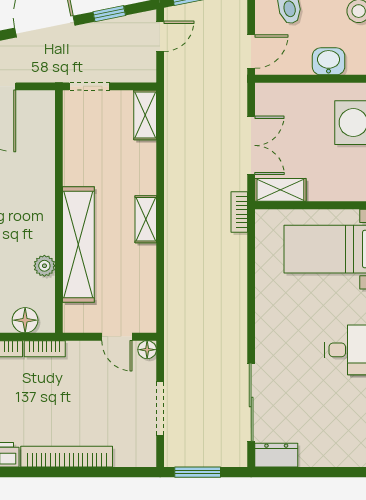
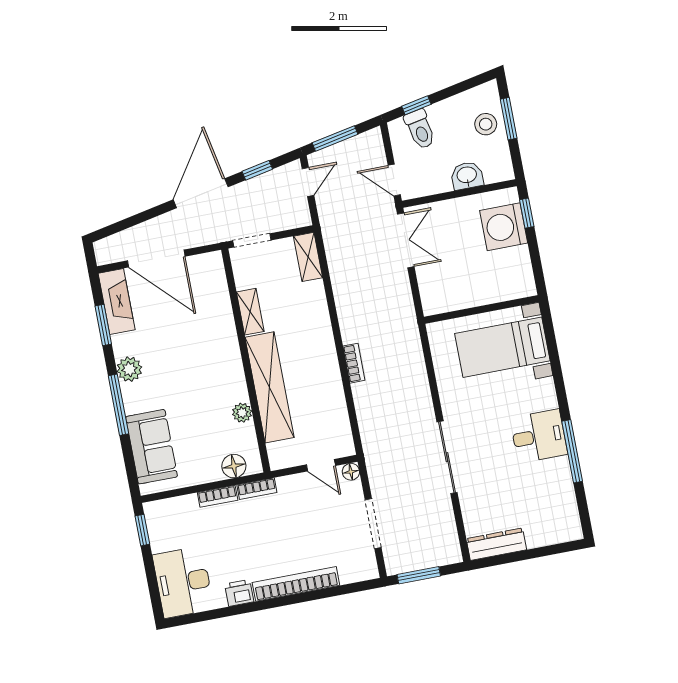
door: (251, 52) -> (394, 180), swing flipped
double door: (251, 145) -> (406, 240), moved
shelving: (280, 190) -> (445, 302), removed
bookcase: (239, 212) -> (354, 363), moved, turned 180
shelving: (146, 219) -> (250, 312), moved
sliding door: (251, 402) -> (447, 457), moved
dresser: (276, 455) -> (496, 544), width x1.44

